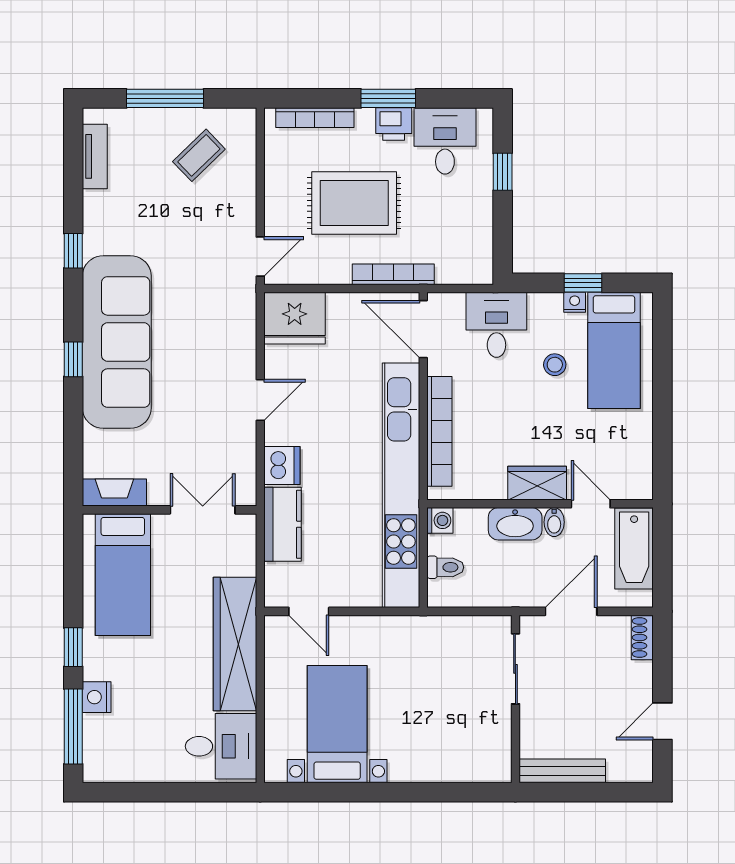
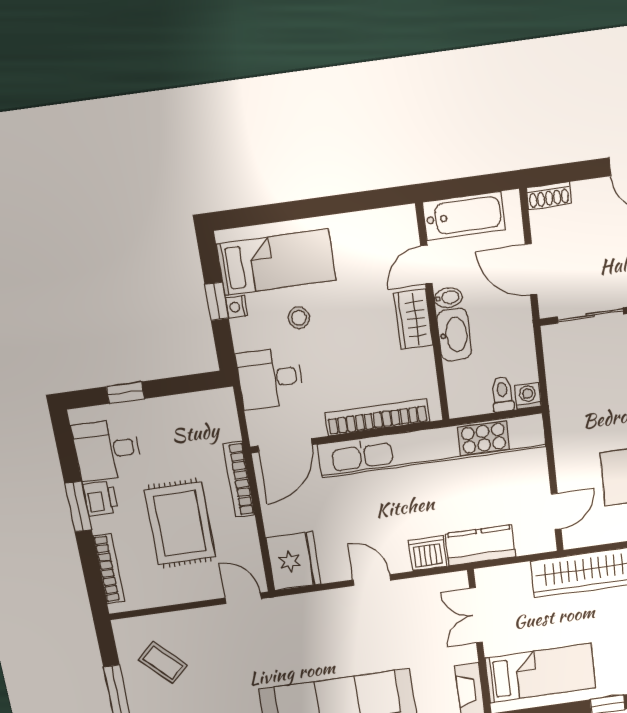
washing machine: (440, 520) -> (528, 396), moved

